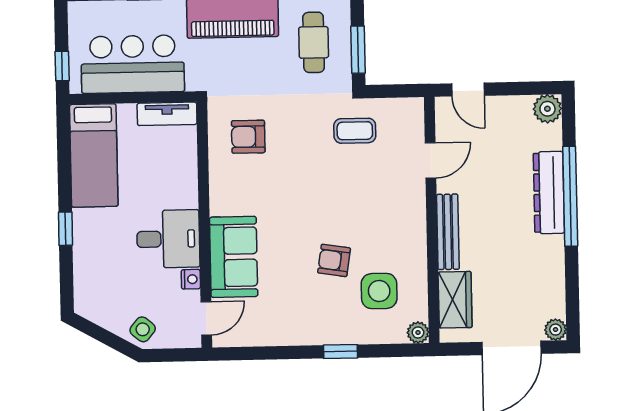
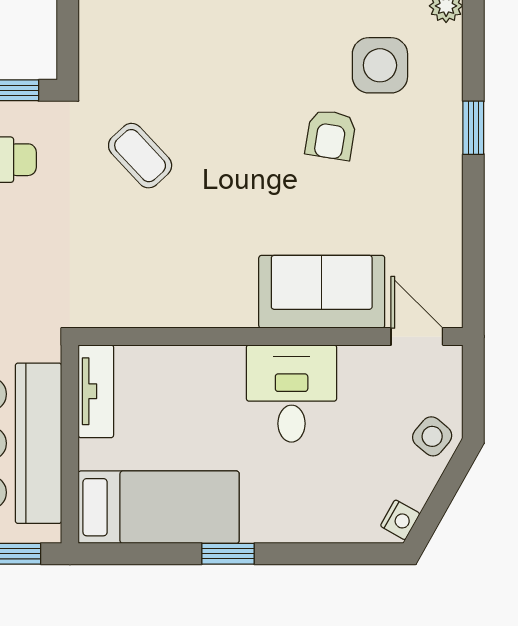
coffee table: (355, 131) -> (140, 156), moved, turned -43
armchair: (248, 137) -> (134, 265), removed
window: (66, 229) -> (228, 554), moved
nightstand: (191, 279) -> (400, 520), moved, turned 119

